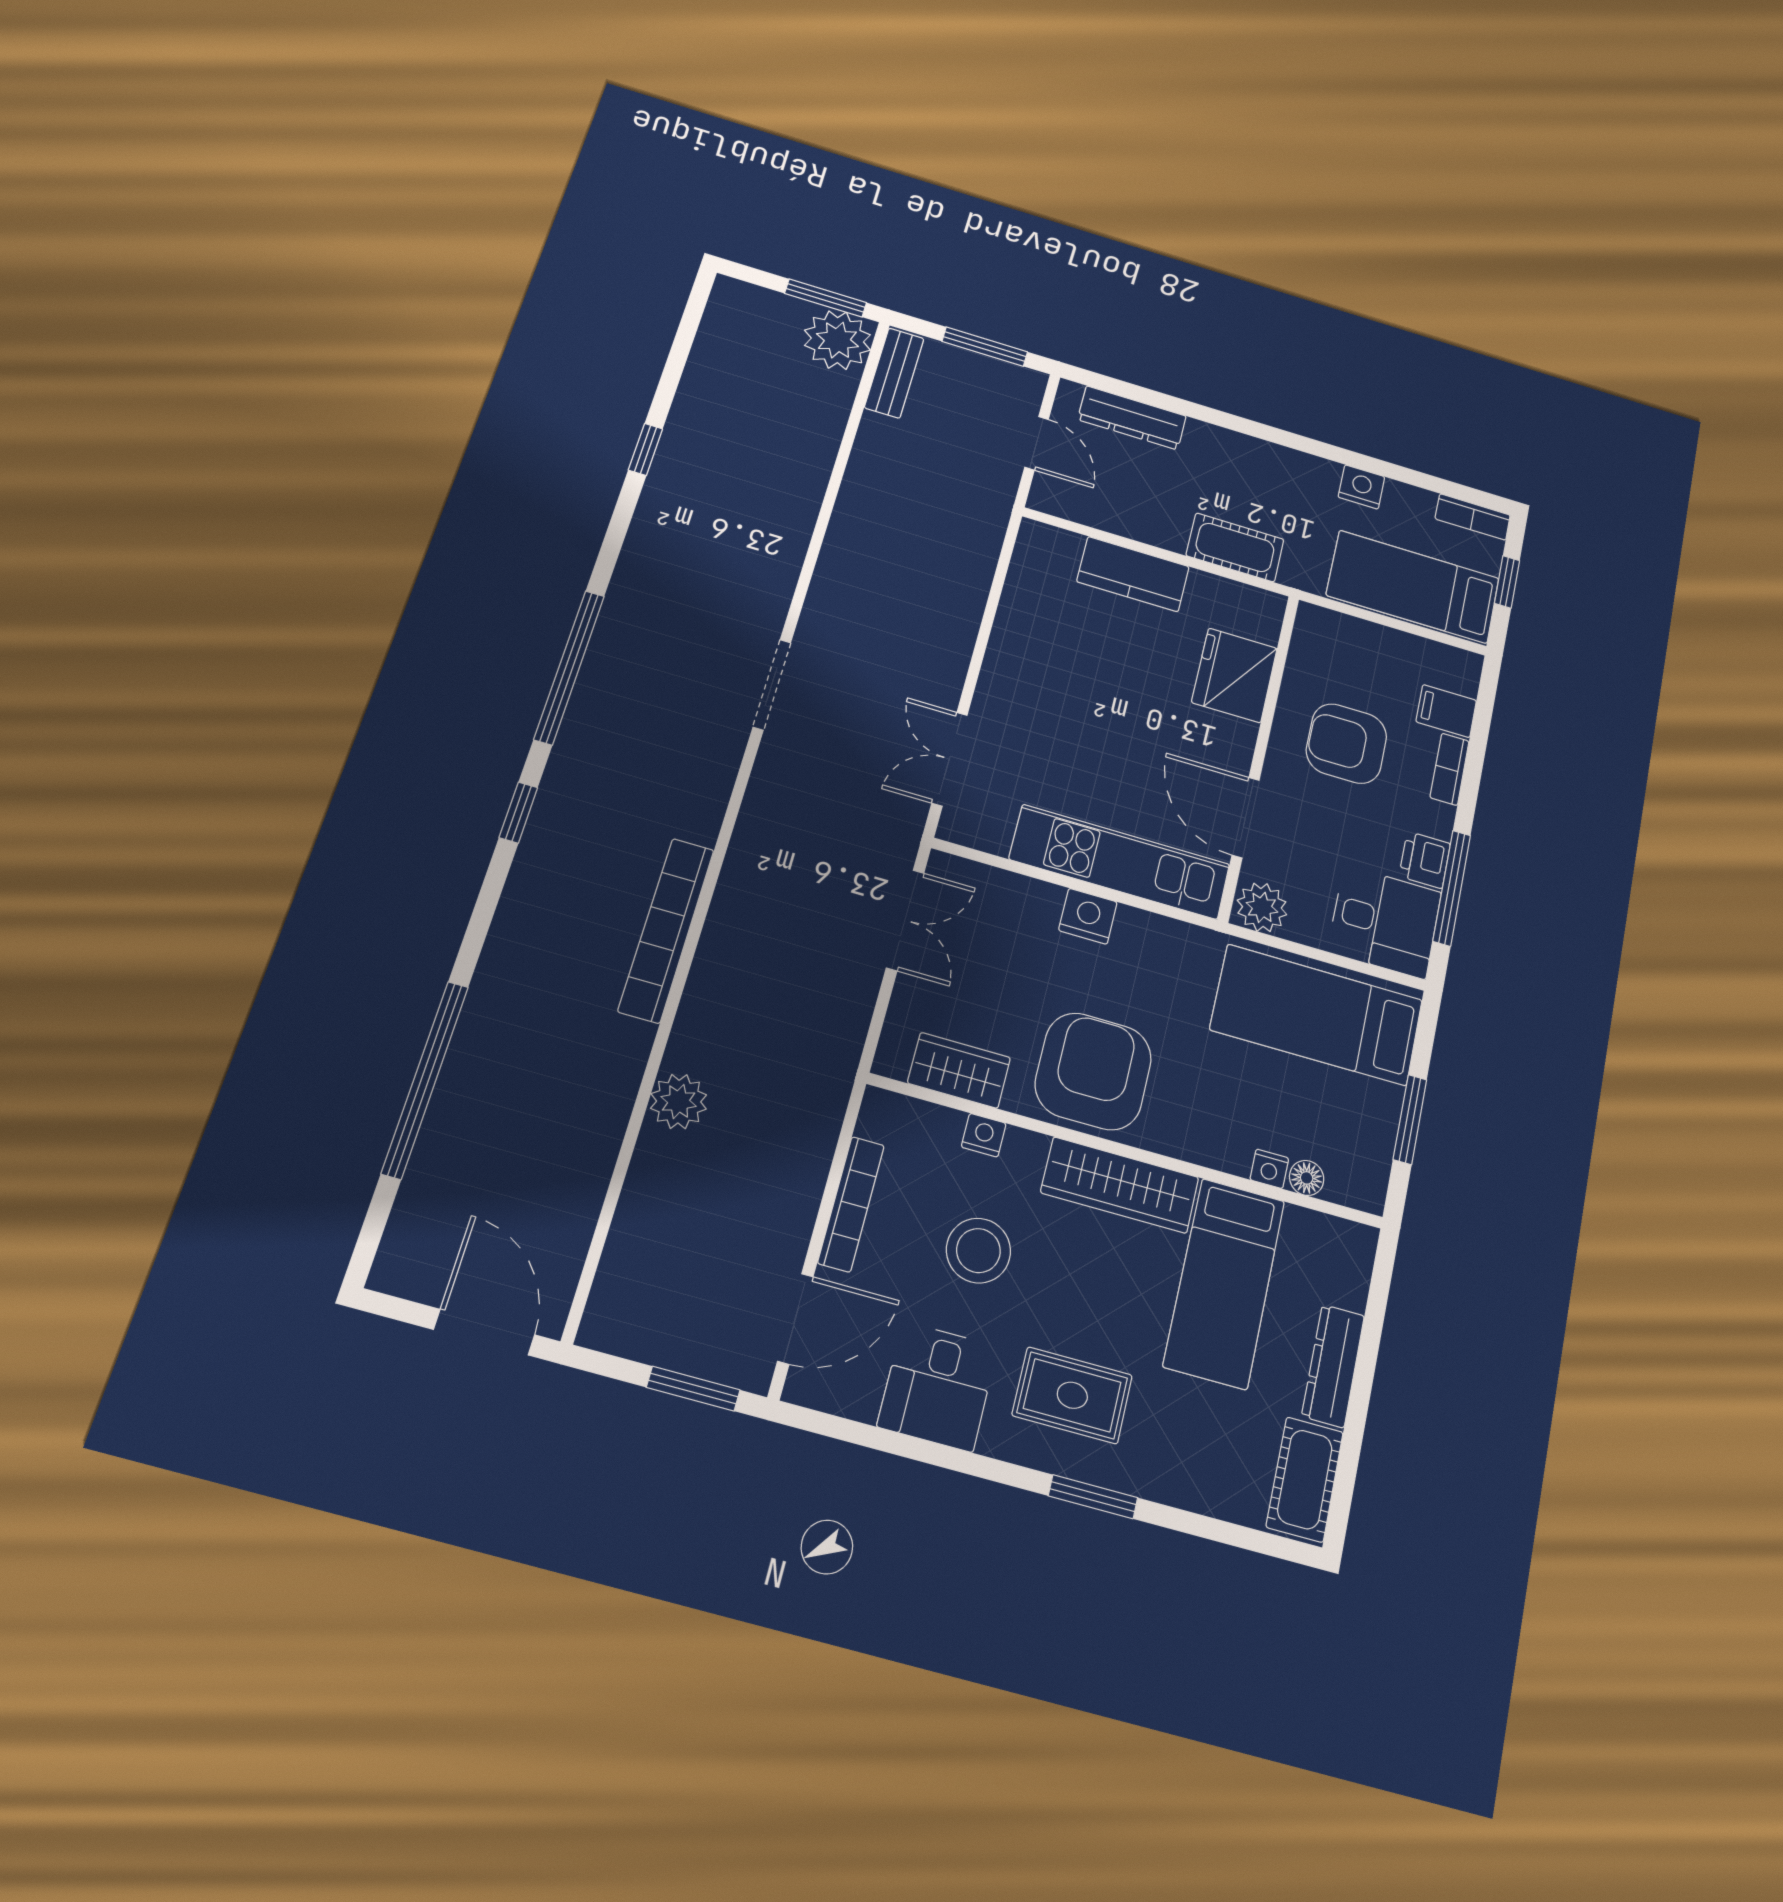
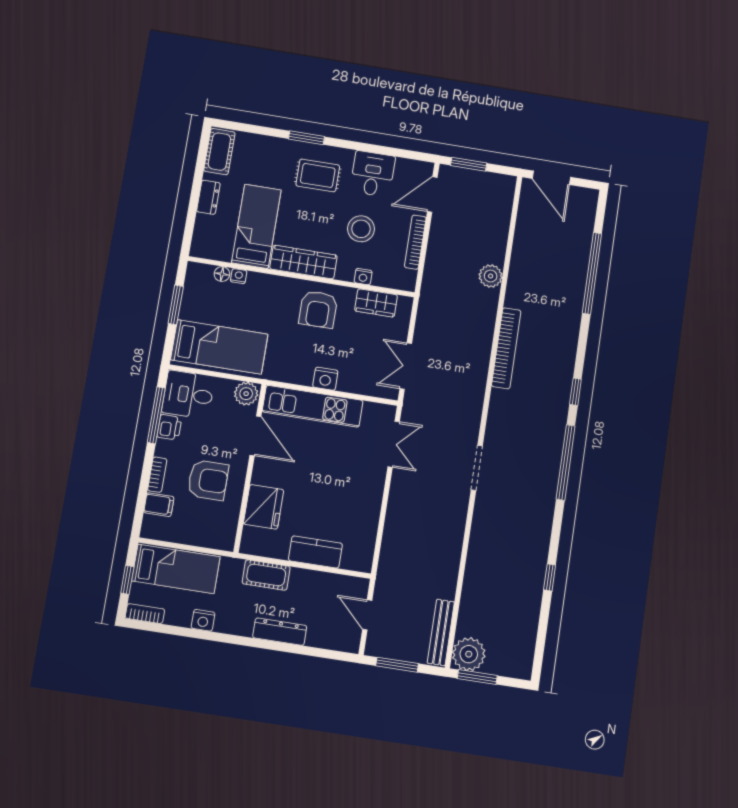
bench: (894, 373) -> (441, 632), width x1.36
dresser: (1132, 418) -> (280, 632), moved
armchair: (1093, 1071) -> (318, 309), width x0.73, depth x0.73
dresser: (1333, 1366) -> (208, 197), width x0.70

